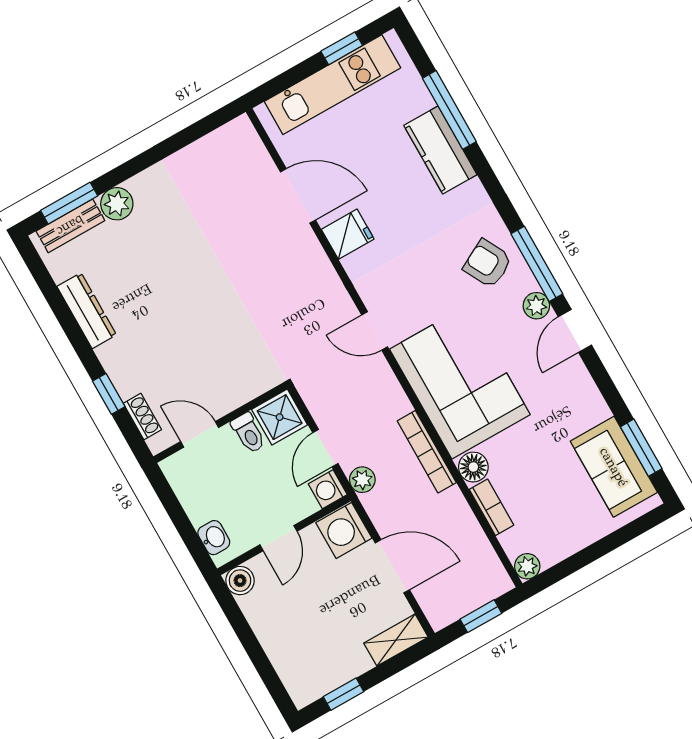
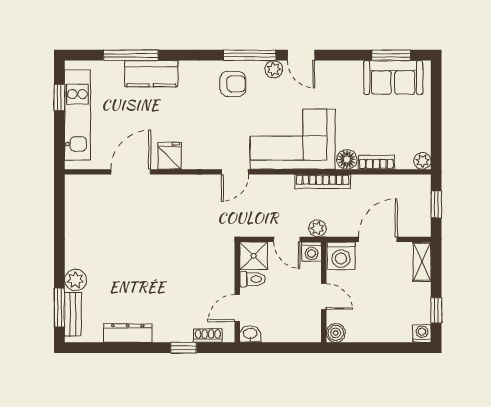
armchair: (488, 264) -> (233, 84), turned -152
washbasin: (214, 538) -> (250, 334), moved
washing machine: (303, 693) -> (422, 333), added

